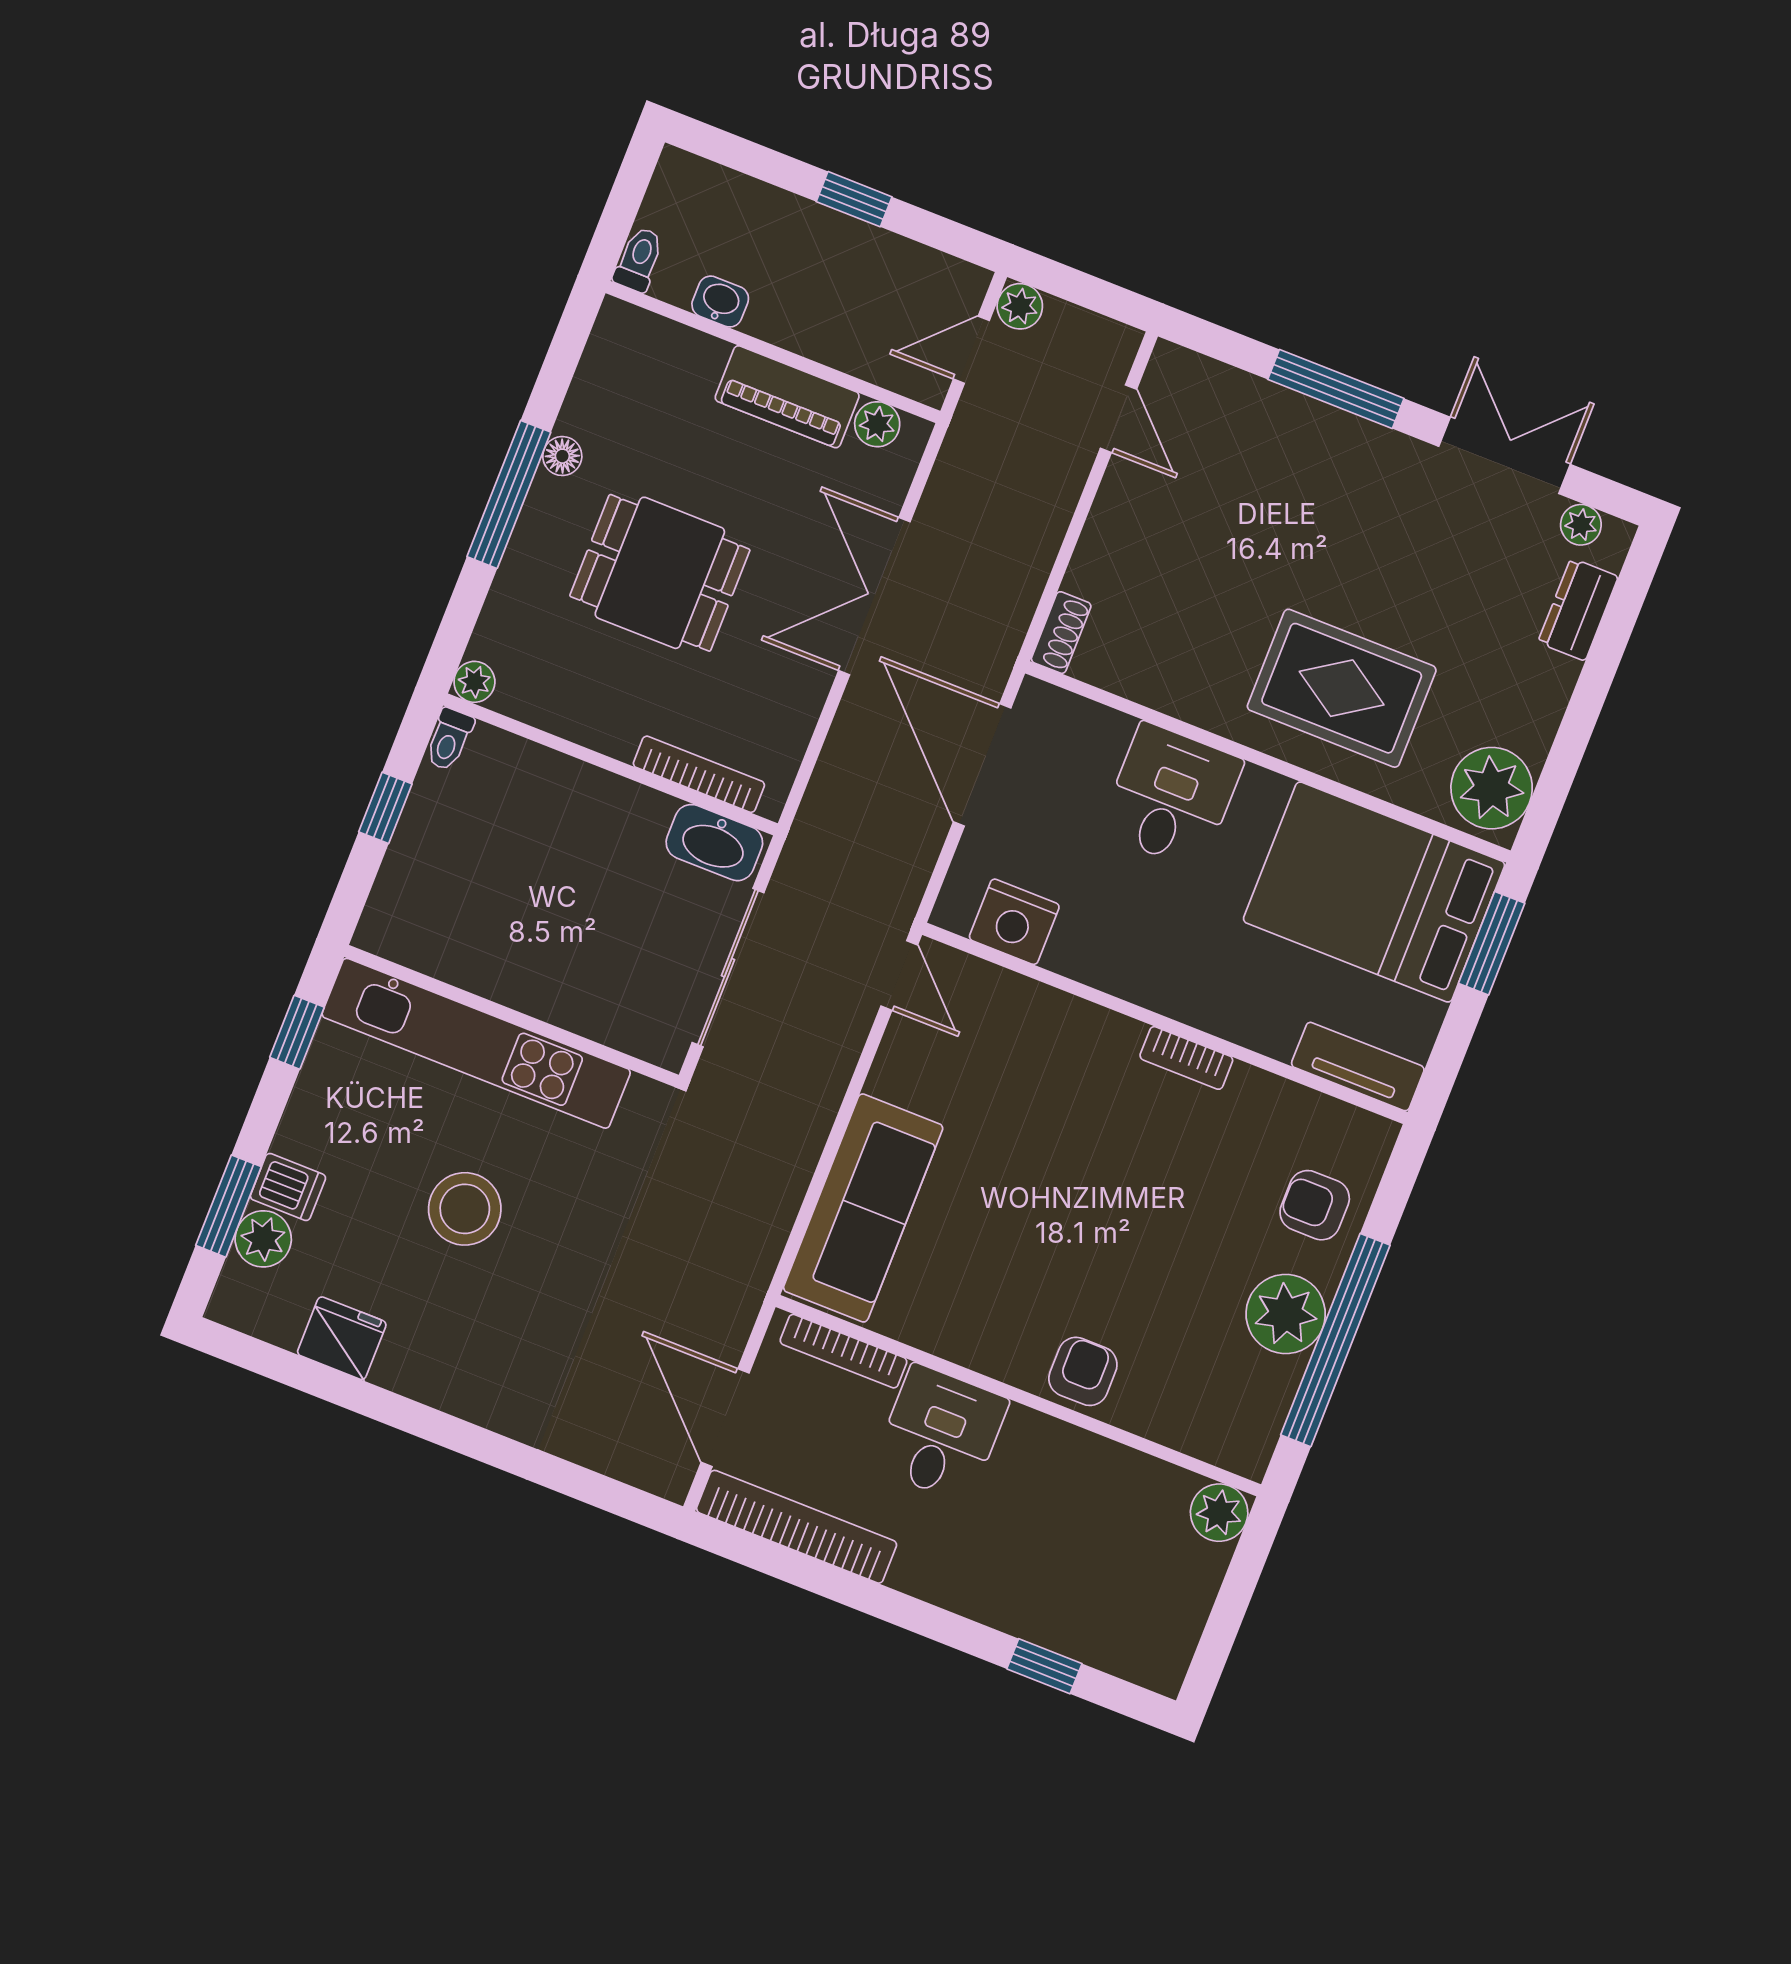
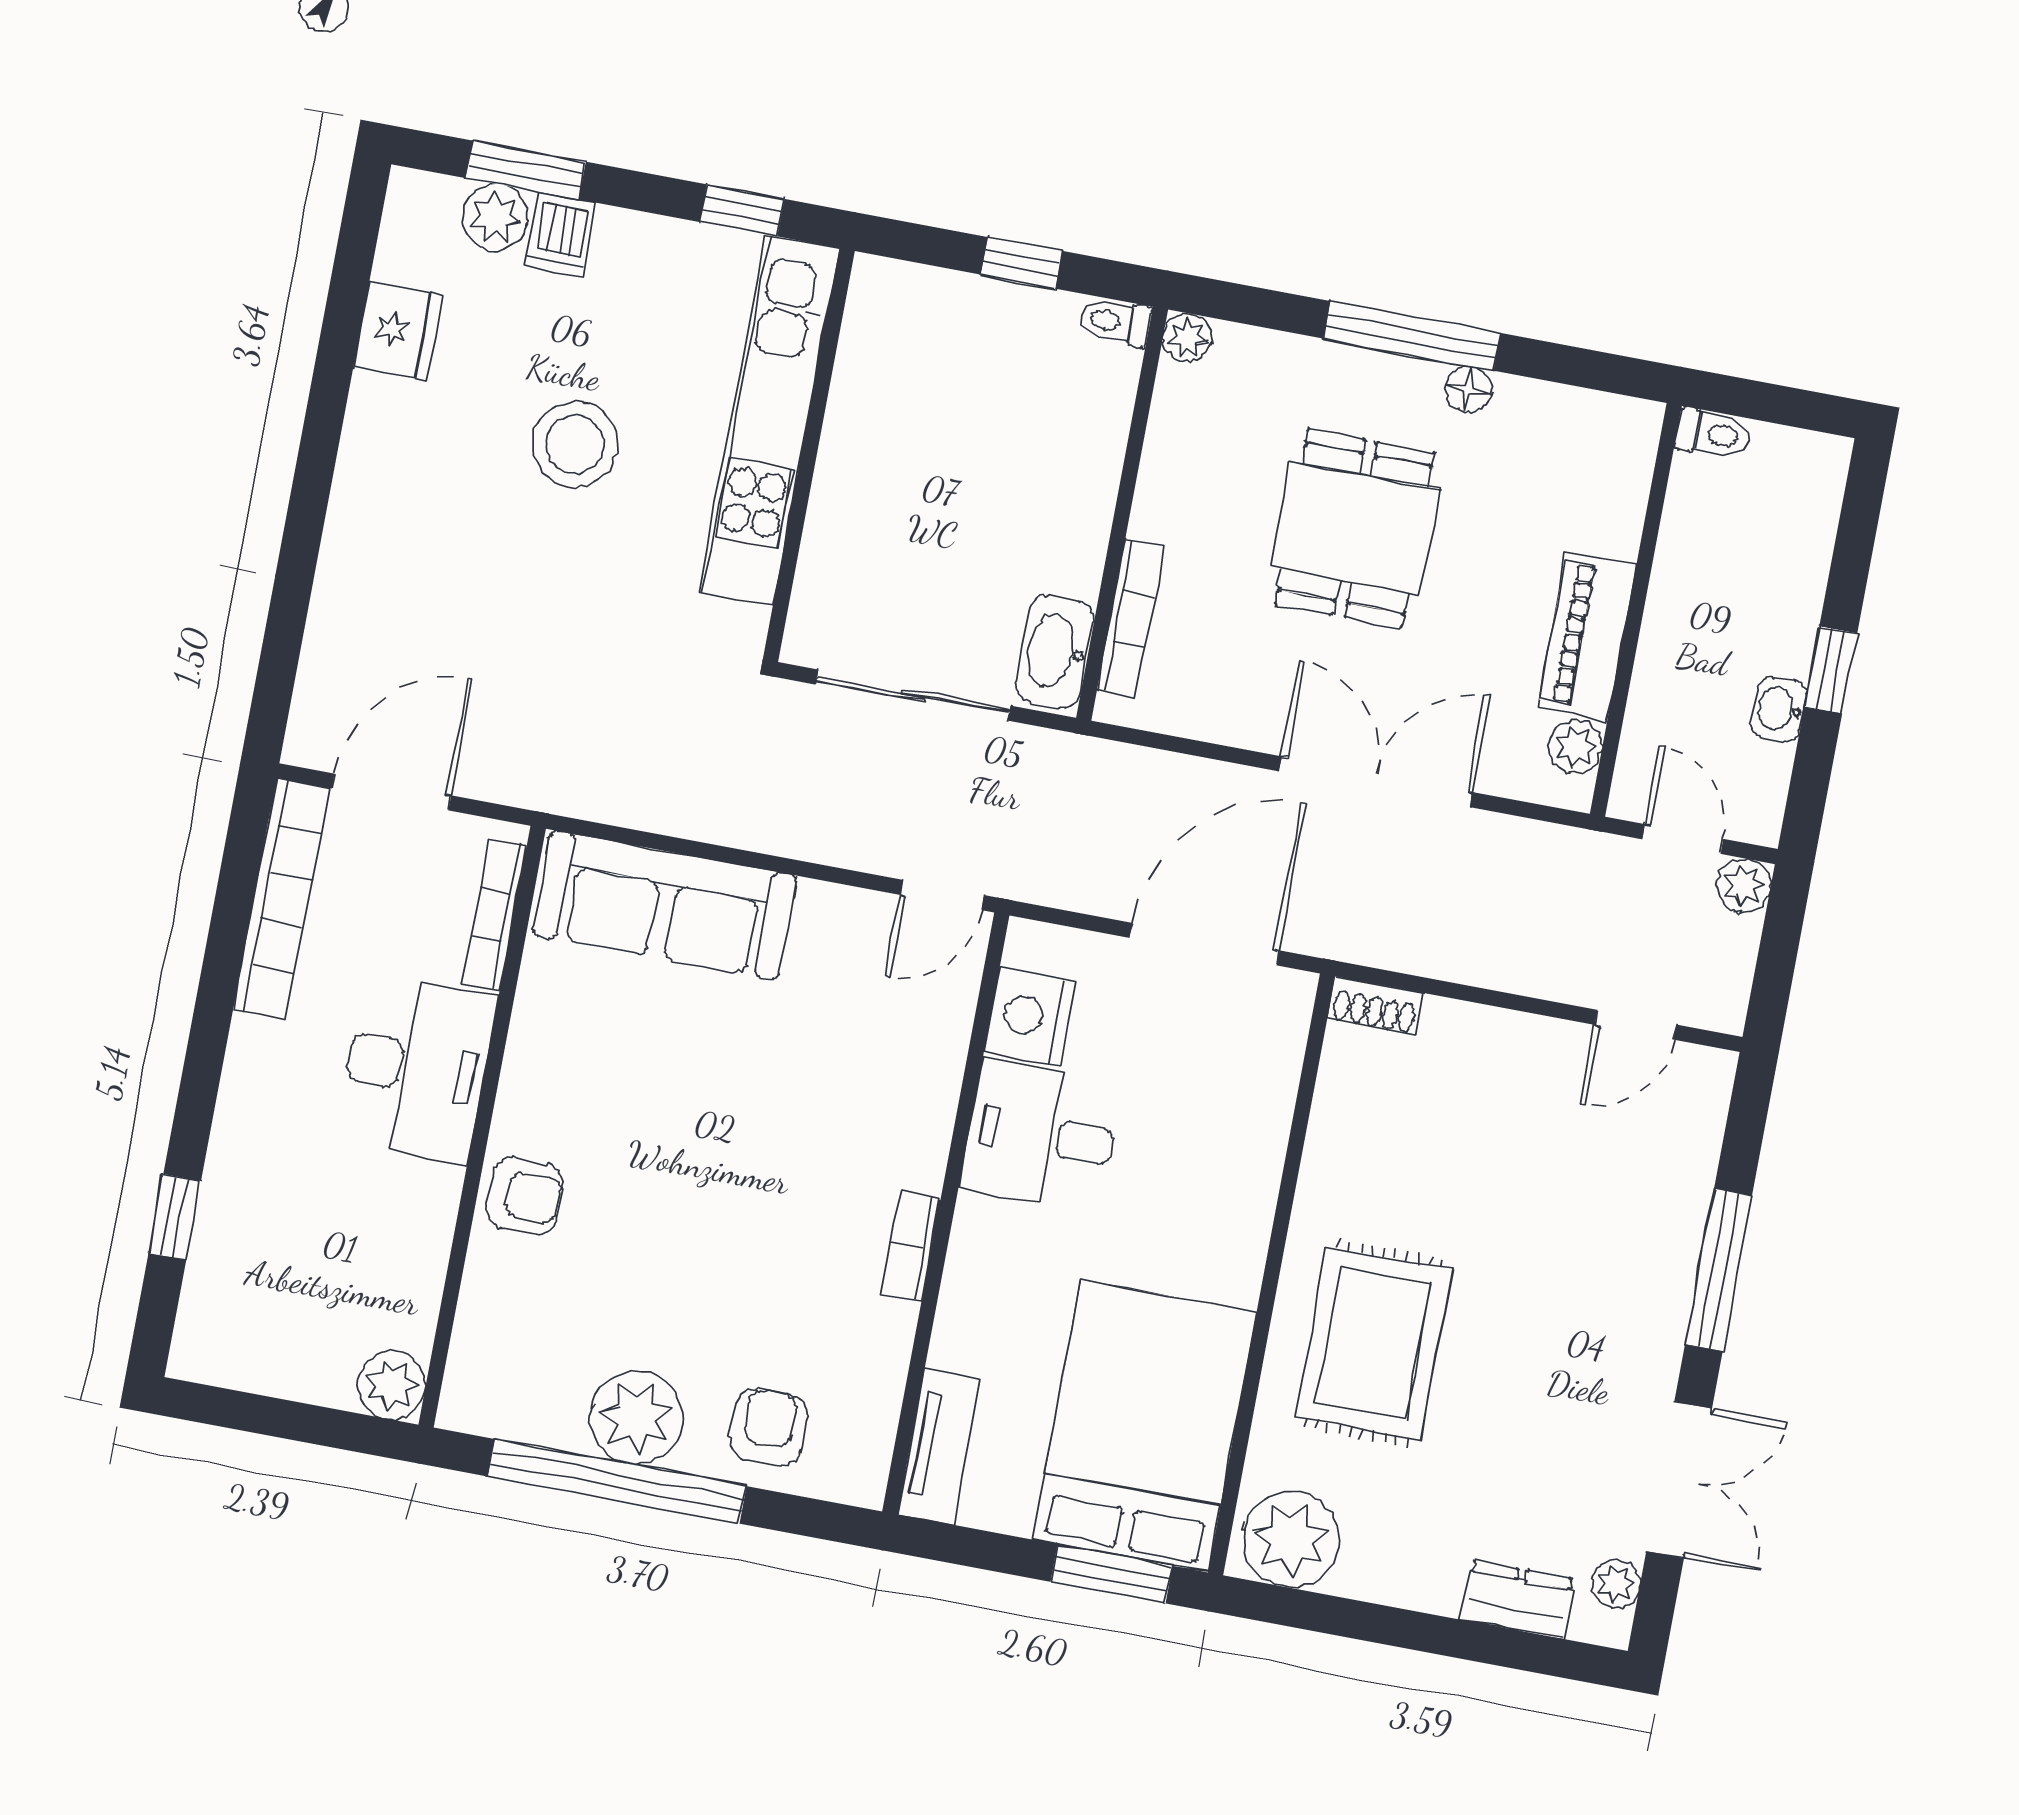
washbasin: (720, 302) -> (1779, 709), moved, turned 180
desk: (1171, 796) -> (1041, 1135), moved, turned 180
desk: (941, 1434) -> (417, 1068), width x1.37

